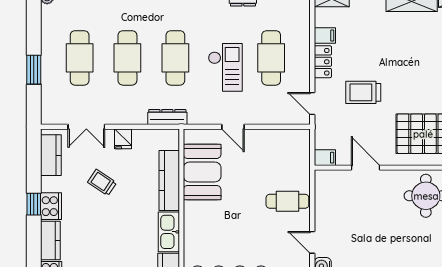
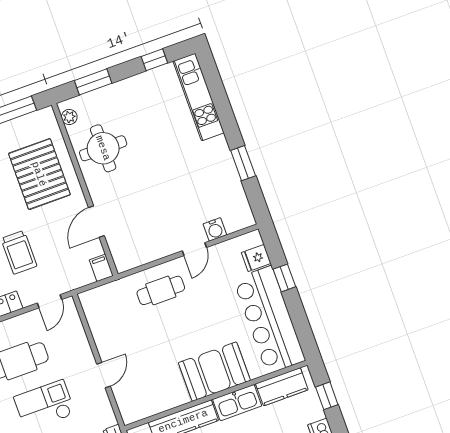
booth: (202, 172) -> (214, 372), moved
cafe table: (287, 201) -> (161, 290), turned 90

